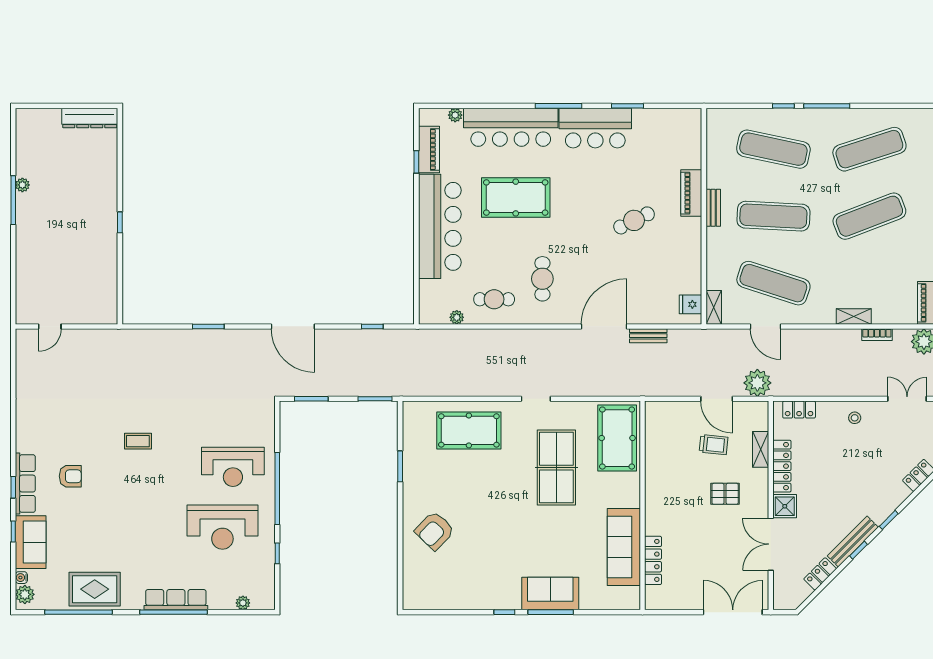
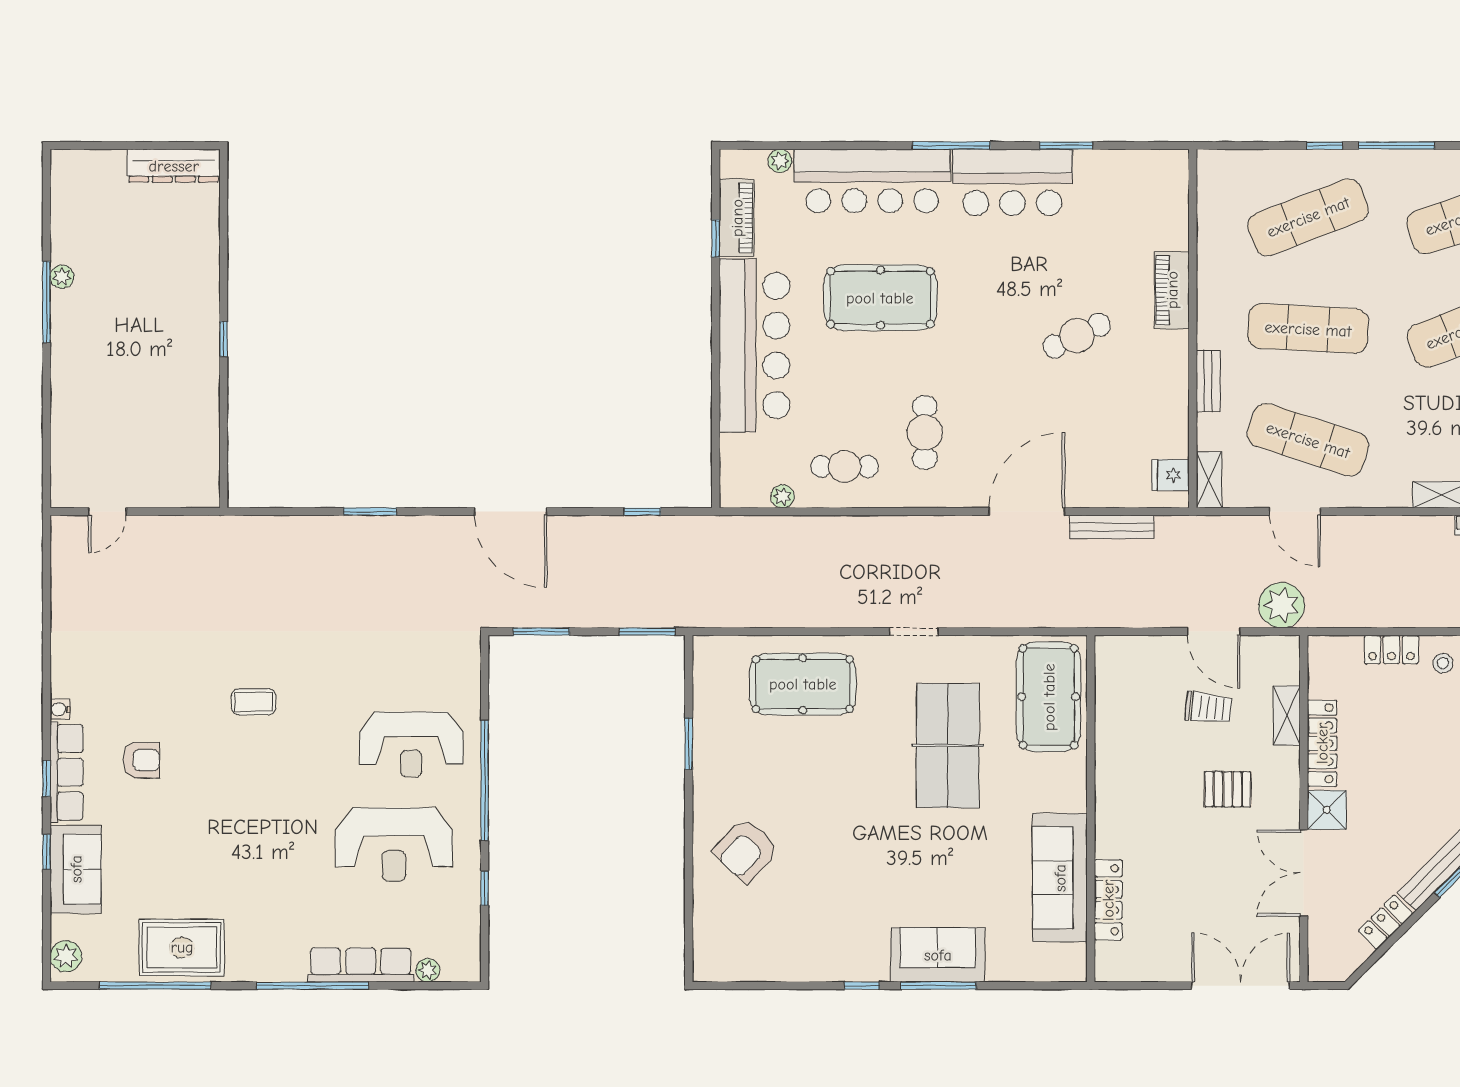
exercise mat: (773, 149) -> (1308, 217), turned -33
bench: (713, 208) -> (1208, 381), moved
bench: (648, 336) -> (1112, 527), width x1.36
locker: (799, 410) -> (1391, 650), moved
water cooler: (21, 578) -> (60, 709), moved
row of seats: (176, 600) -> (361, 965), moved

